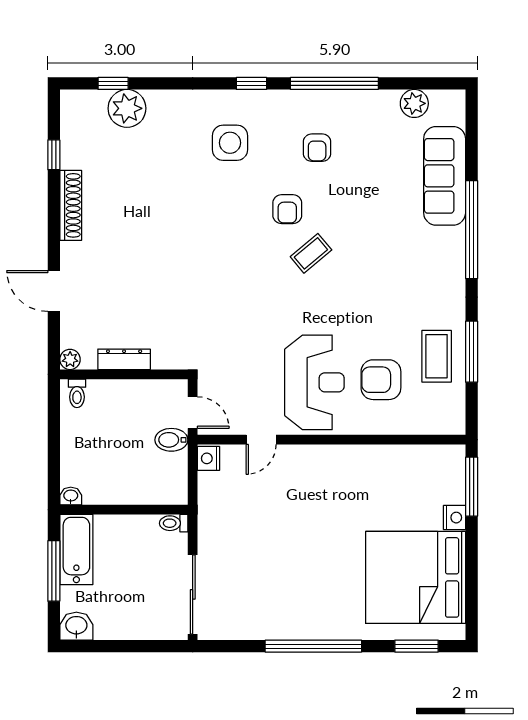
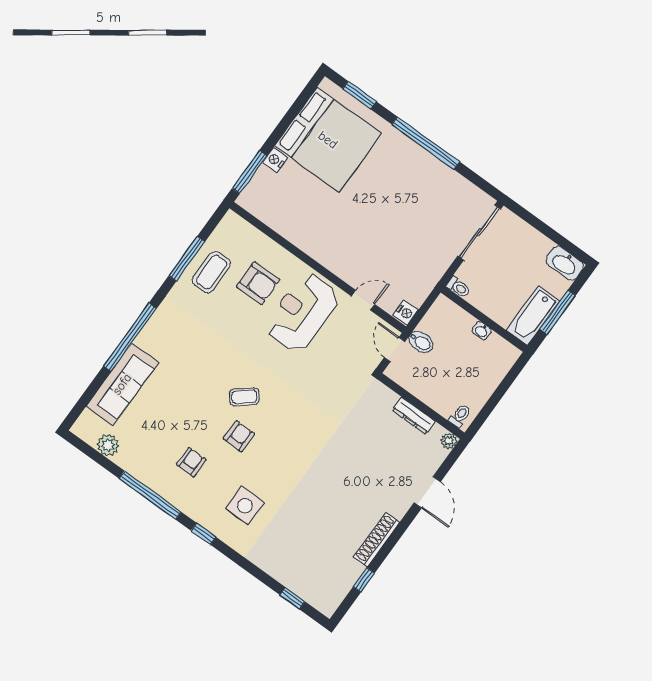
plant: (127, 108) -> (295, 576), removed
washbasin: (71, 496) -> (482, 331), moved
washbasin: (76, 626) -> (565, 263), width x1.38

